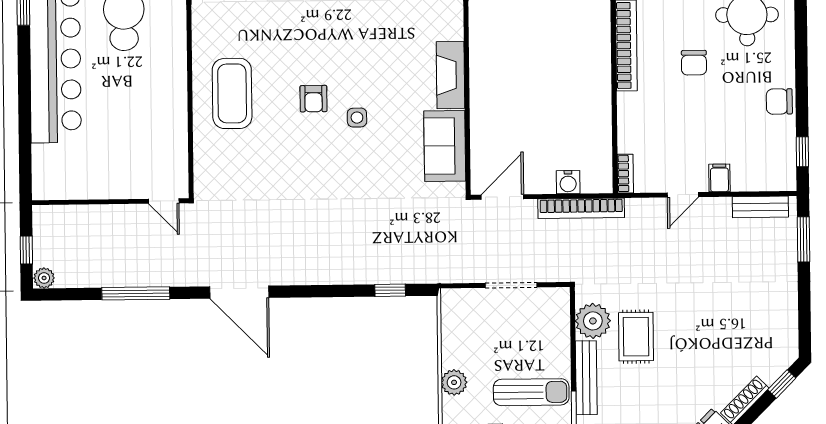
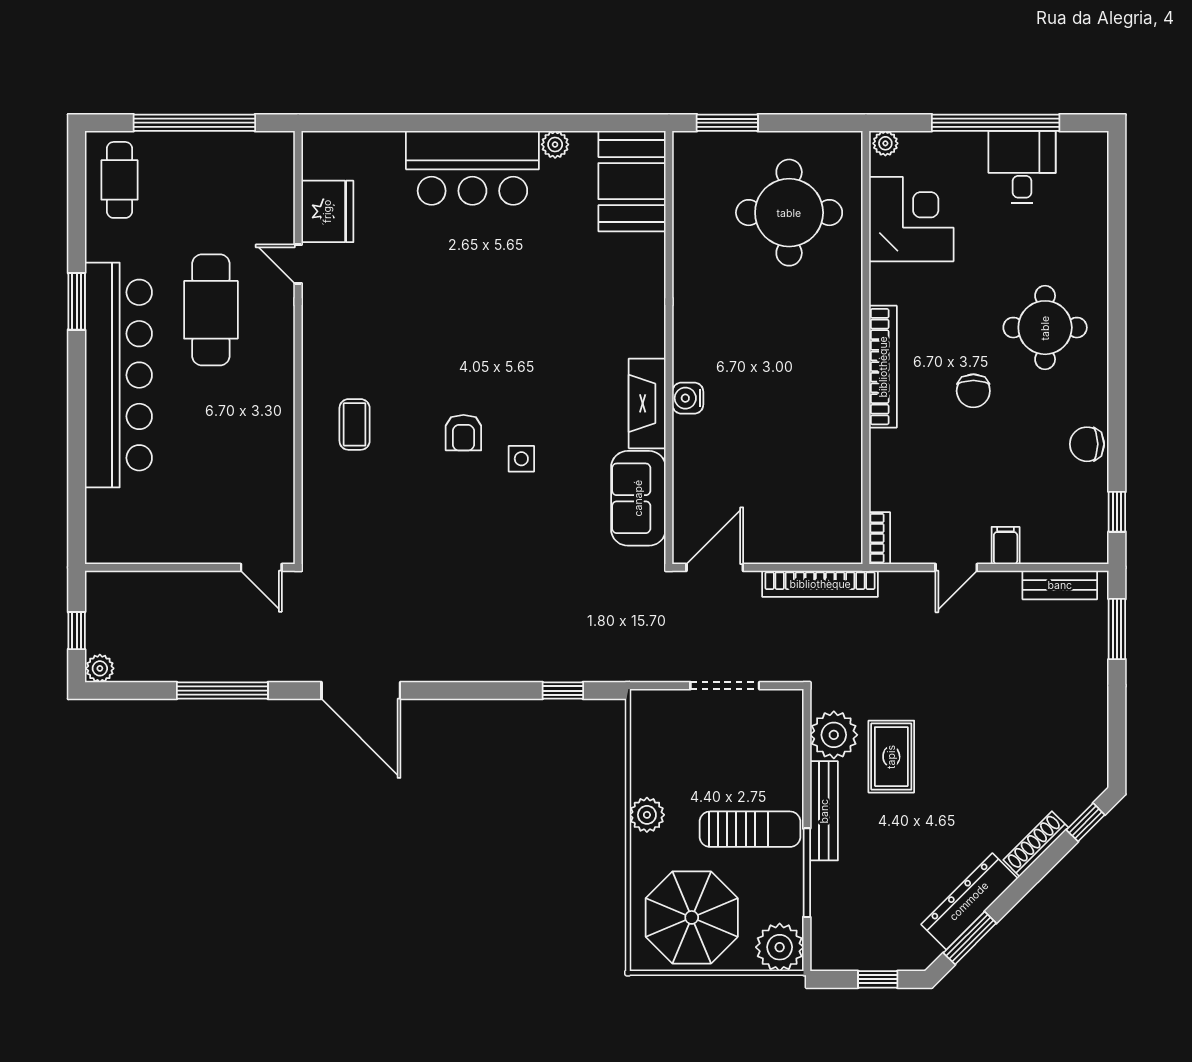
coffee table: (232, 93) -> (355, 424), width x0.54, depth x0.58
water cooler: (568, 182) -> (688, 398), moved, turned 90

